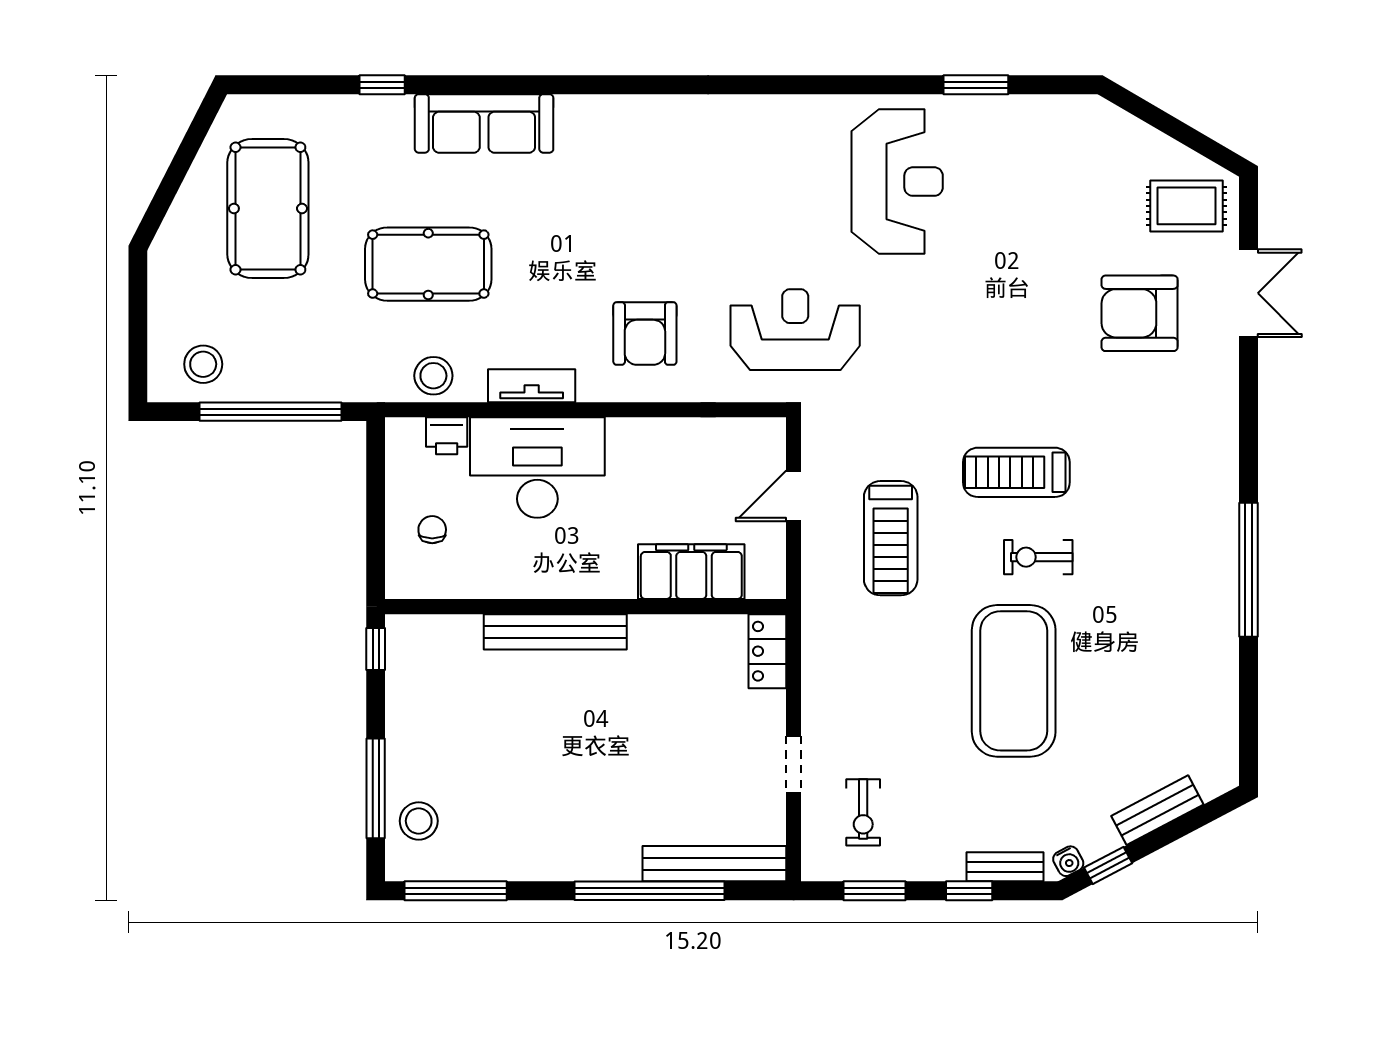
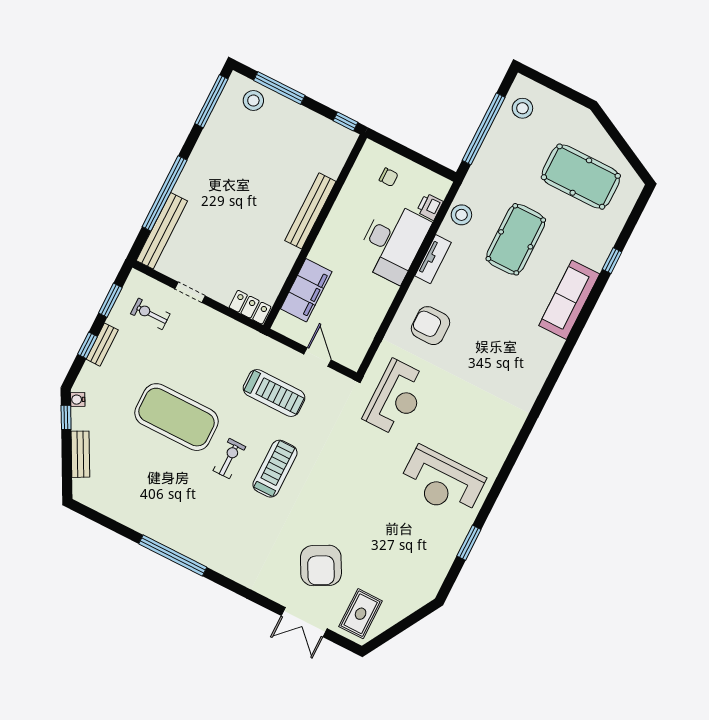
armchair: (1140, 313) -> (321, 565), turned 152
treadmill: (891, 538) -> (274, 393), turned 180
bench: (1005, 867) -> (102, 345), moved

